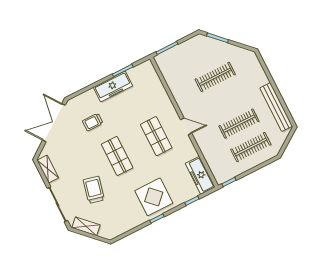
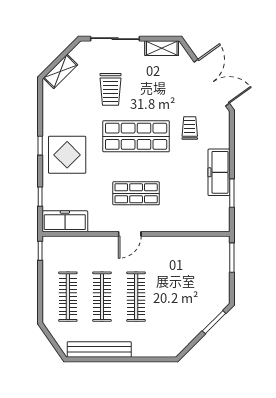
clothes rail: (215, 77) -> (136, 297), moved
shop shelf: (117, 156) -> (136, 136), width x1.43, depth x1.36
trolley: (94, 190) -> (111, 89), turned 77
shelving: (86, 226) -> (60, 71), moved

